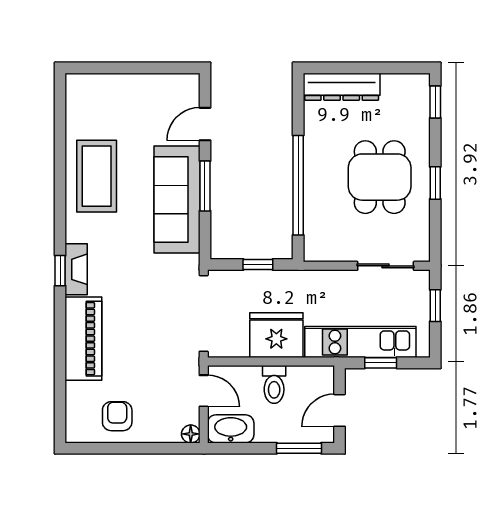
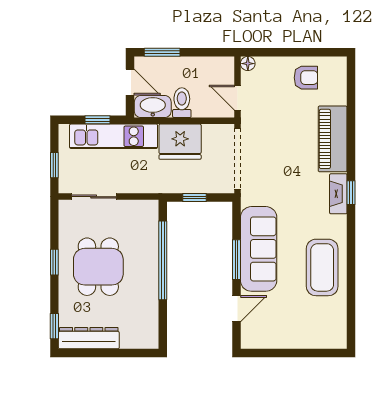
dresser: (342, 87) -> (89, 338), moved
door: (340, 410) -> (130, 82), hinge flipped
armchair: (117, 416) -> (306, 78), turned -90
washbasin: (231, 429) -> (153, 107), moved, turned 180

